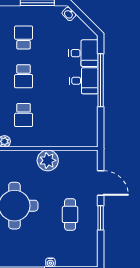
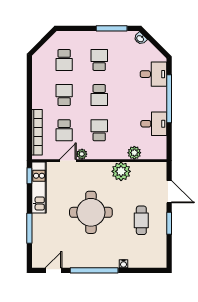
desk: (84, 81) -> (154, 124), moved
school desk: (24, 115) -> (99, 130), turned 180
plant: (62, 140) -> (134, 153), added

